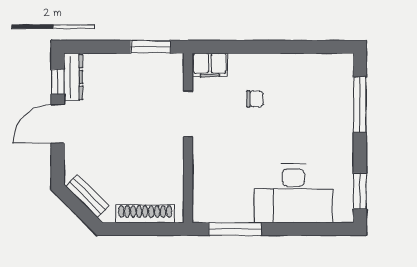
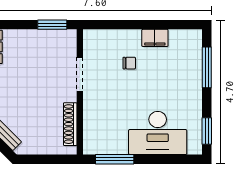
filing cabinet: (210, 65) -> (155, 38), moved
shoe rack: (145, 214) -> (70, 124), moved, turned -90

